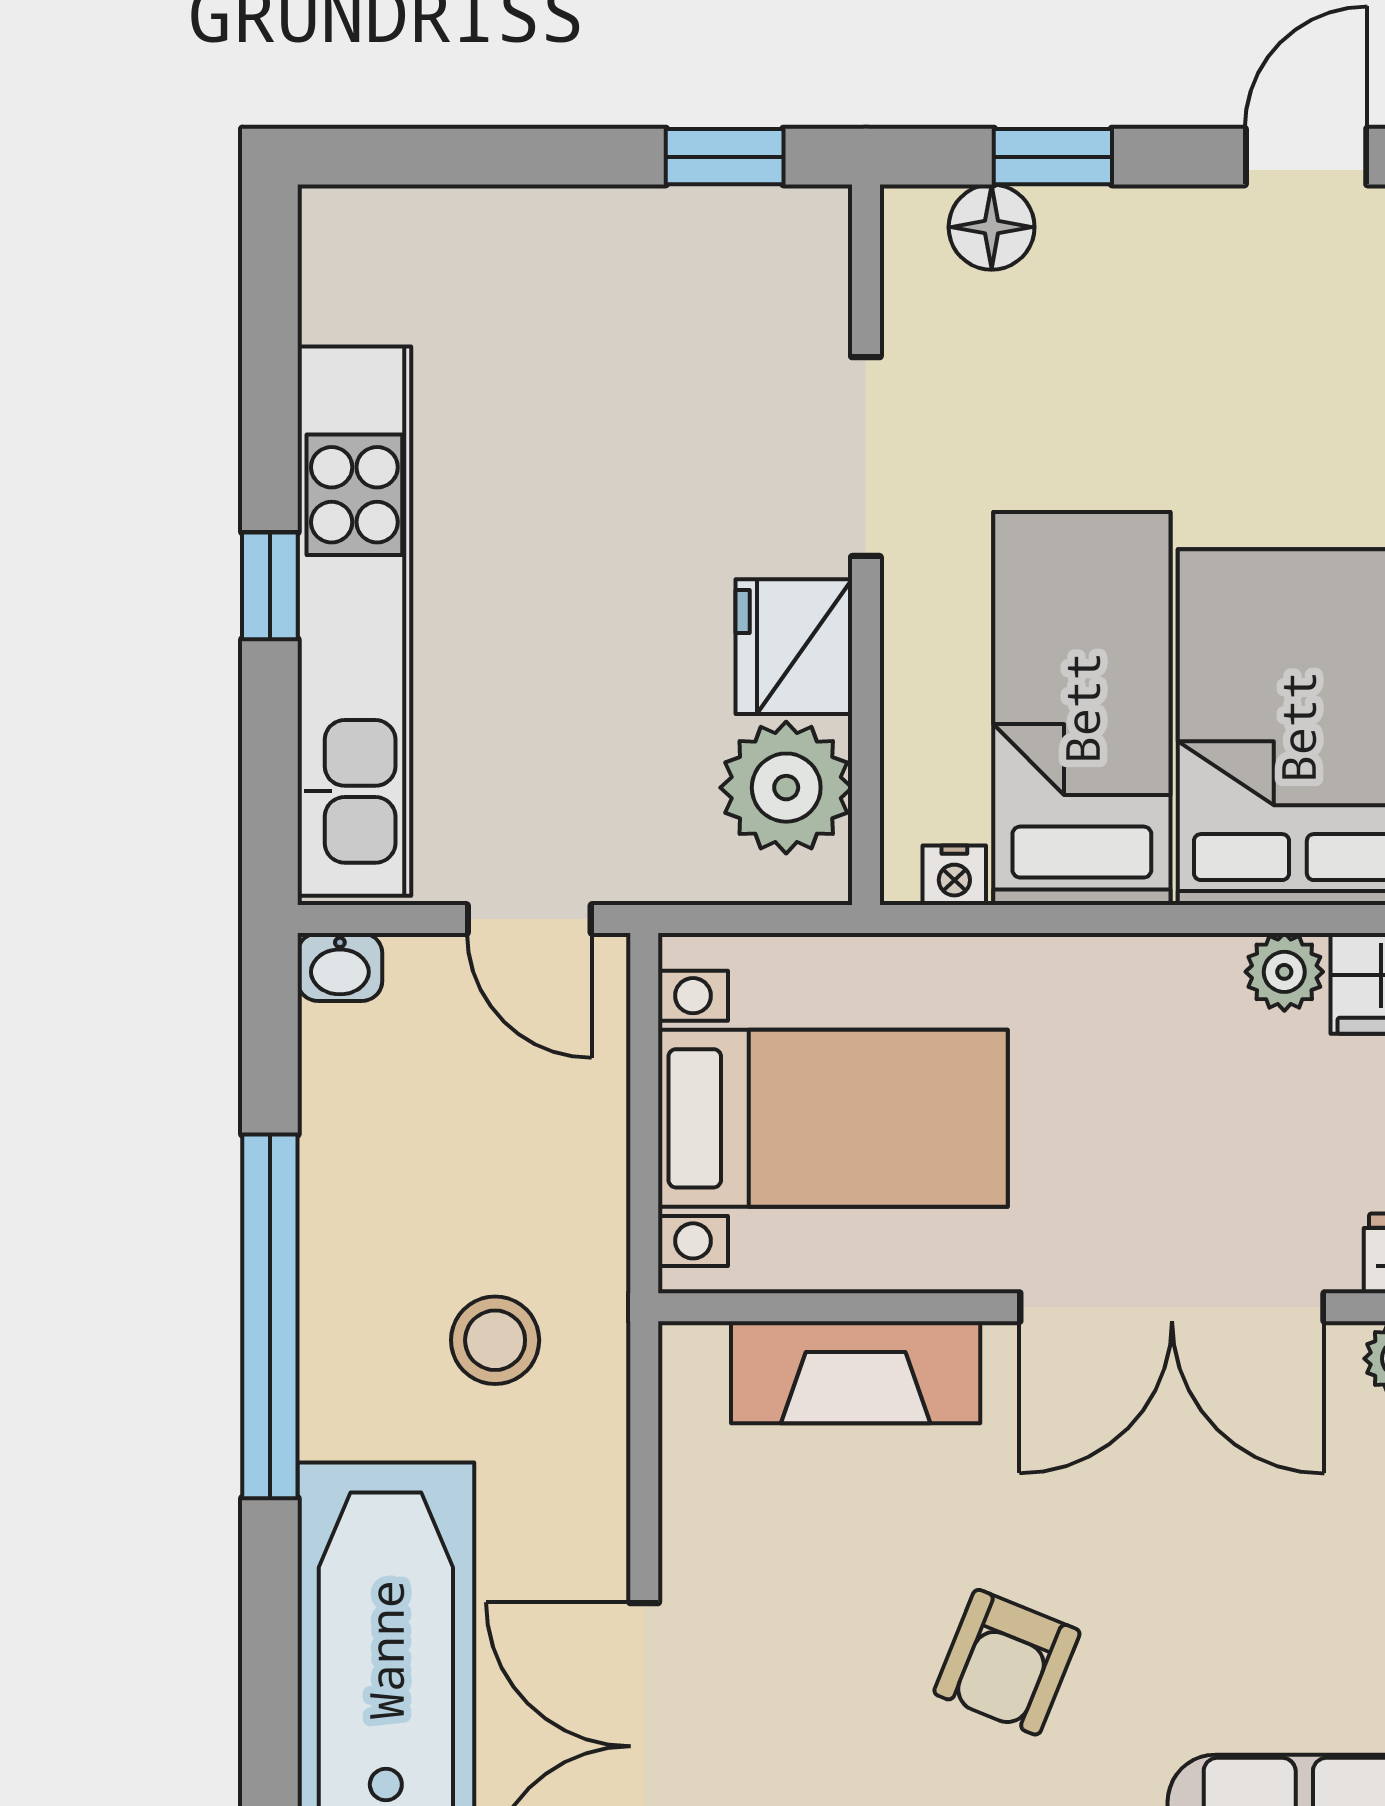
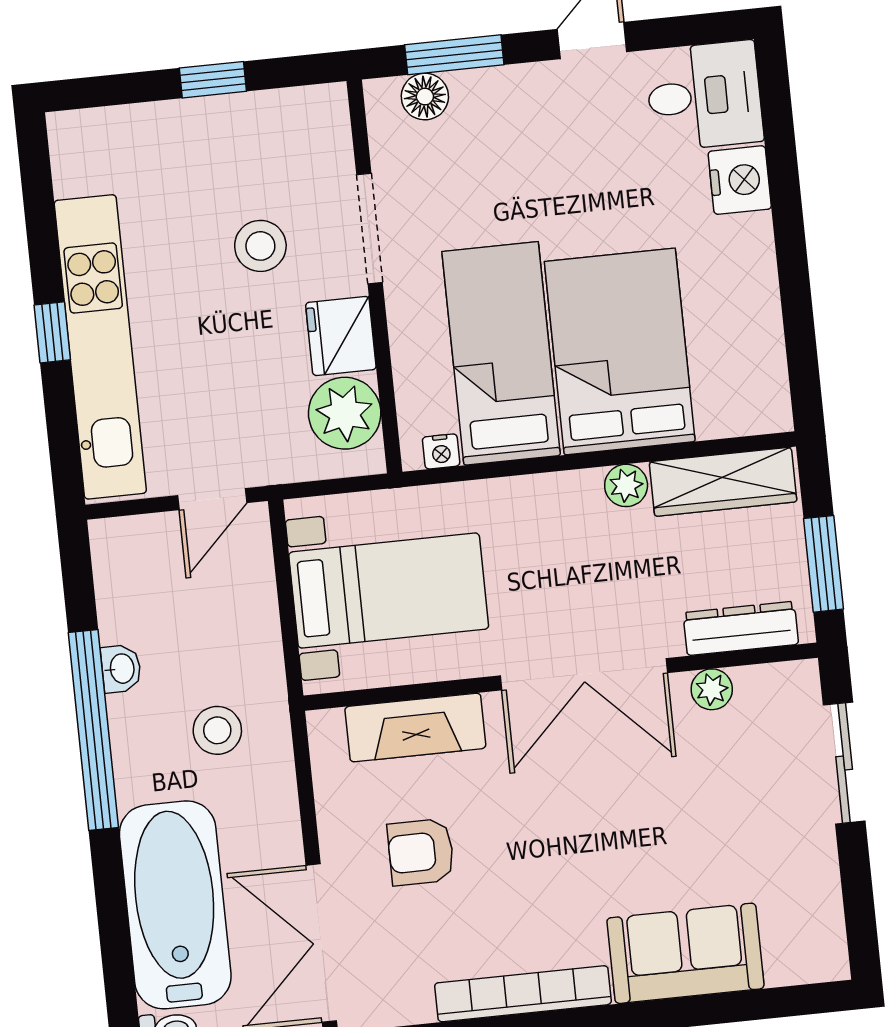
window: (725, 157) -> (213, 80), moved
window: (1053, 157) -> (454, 55), width x1.50
stool: (664, 468) -> (260, 246), added
door: (529, 919) -> (212, 499), hinge flipped
washbasin: (340, 967) -> (121, 669), moved, turned -90
armchair: (1007, 1662) -> (421, 852), moved, turned 68

